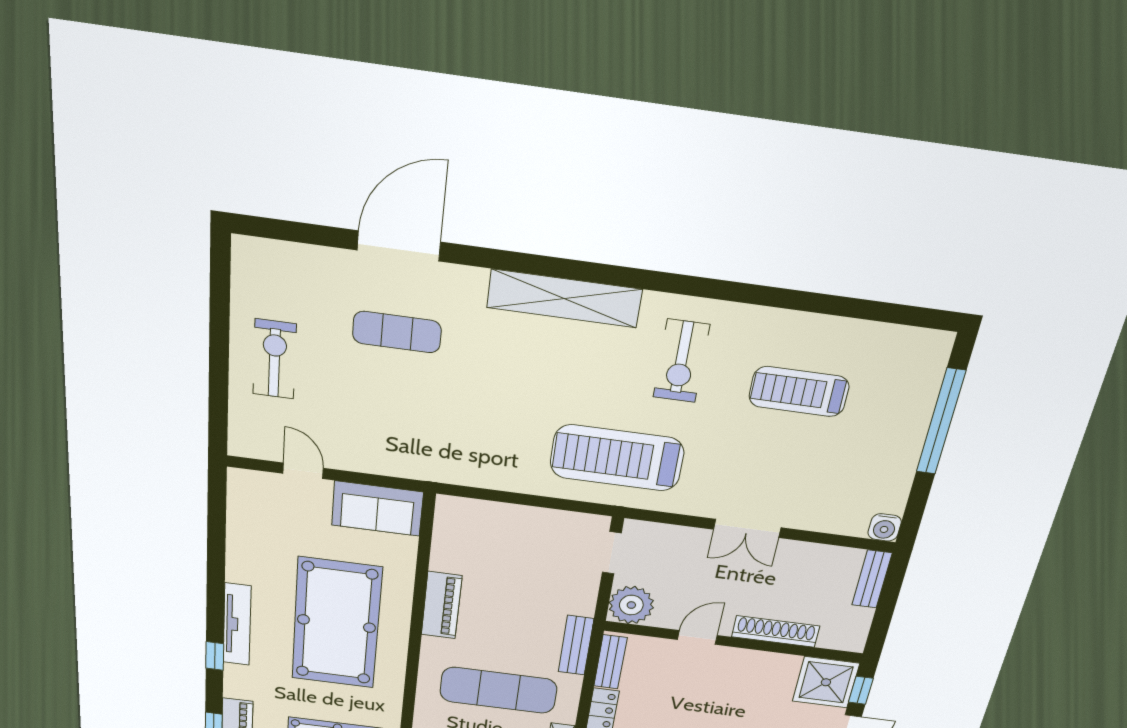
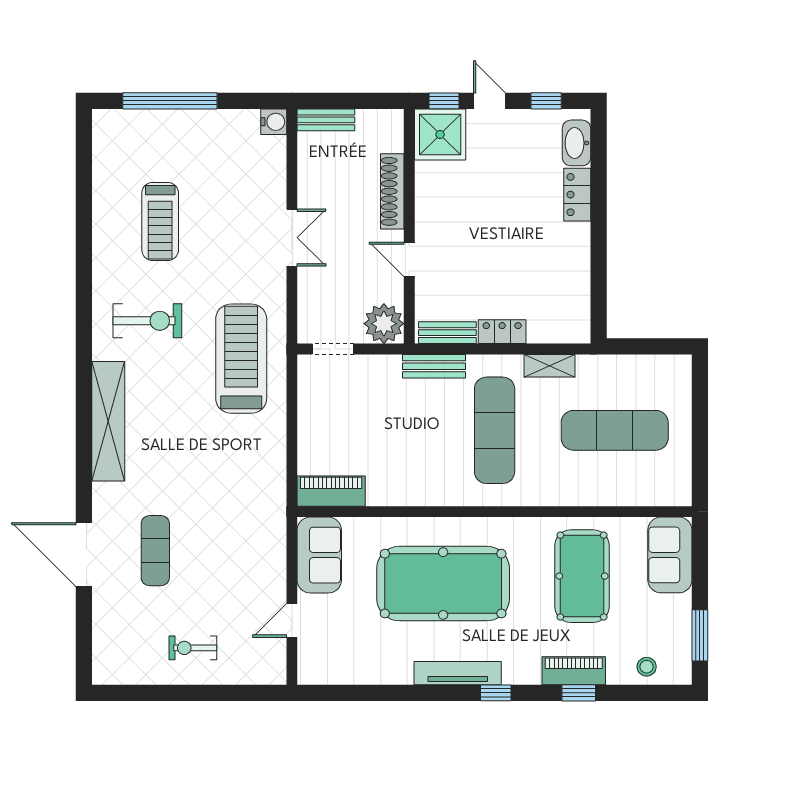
exercise bike: (274, 359) -> (193, 648), width x0.73, depth x0.72
treadmill: (617, 458) -> (241, 359), turned 180
piano: (442, 605) -> (331, 491), moved

